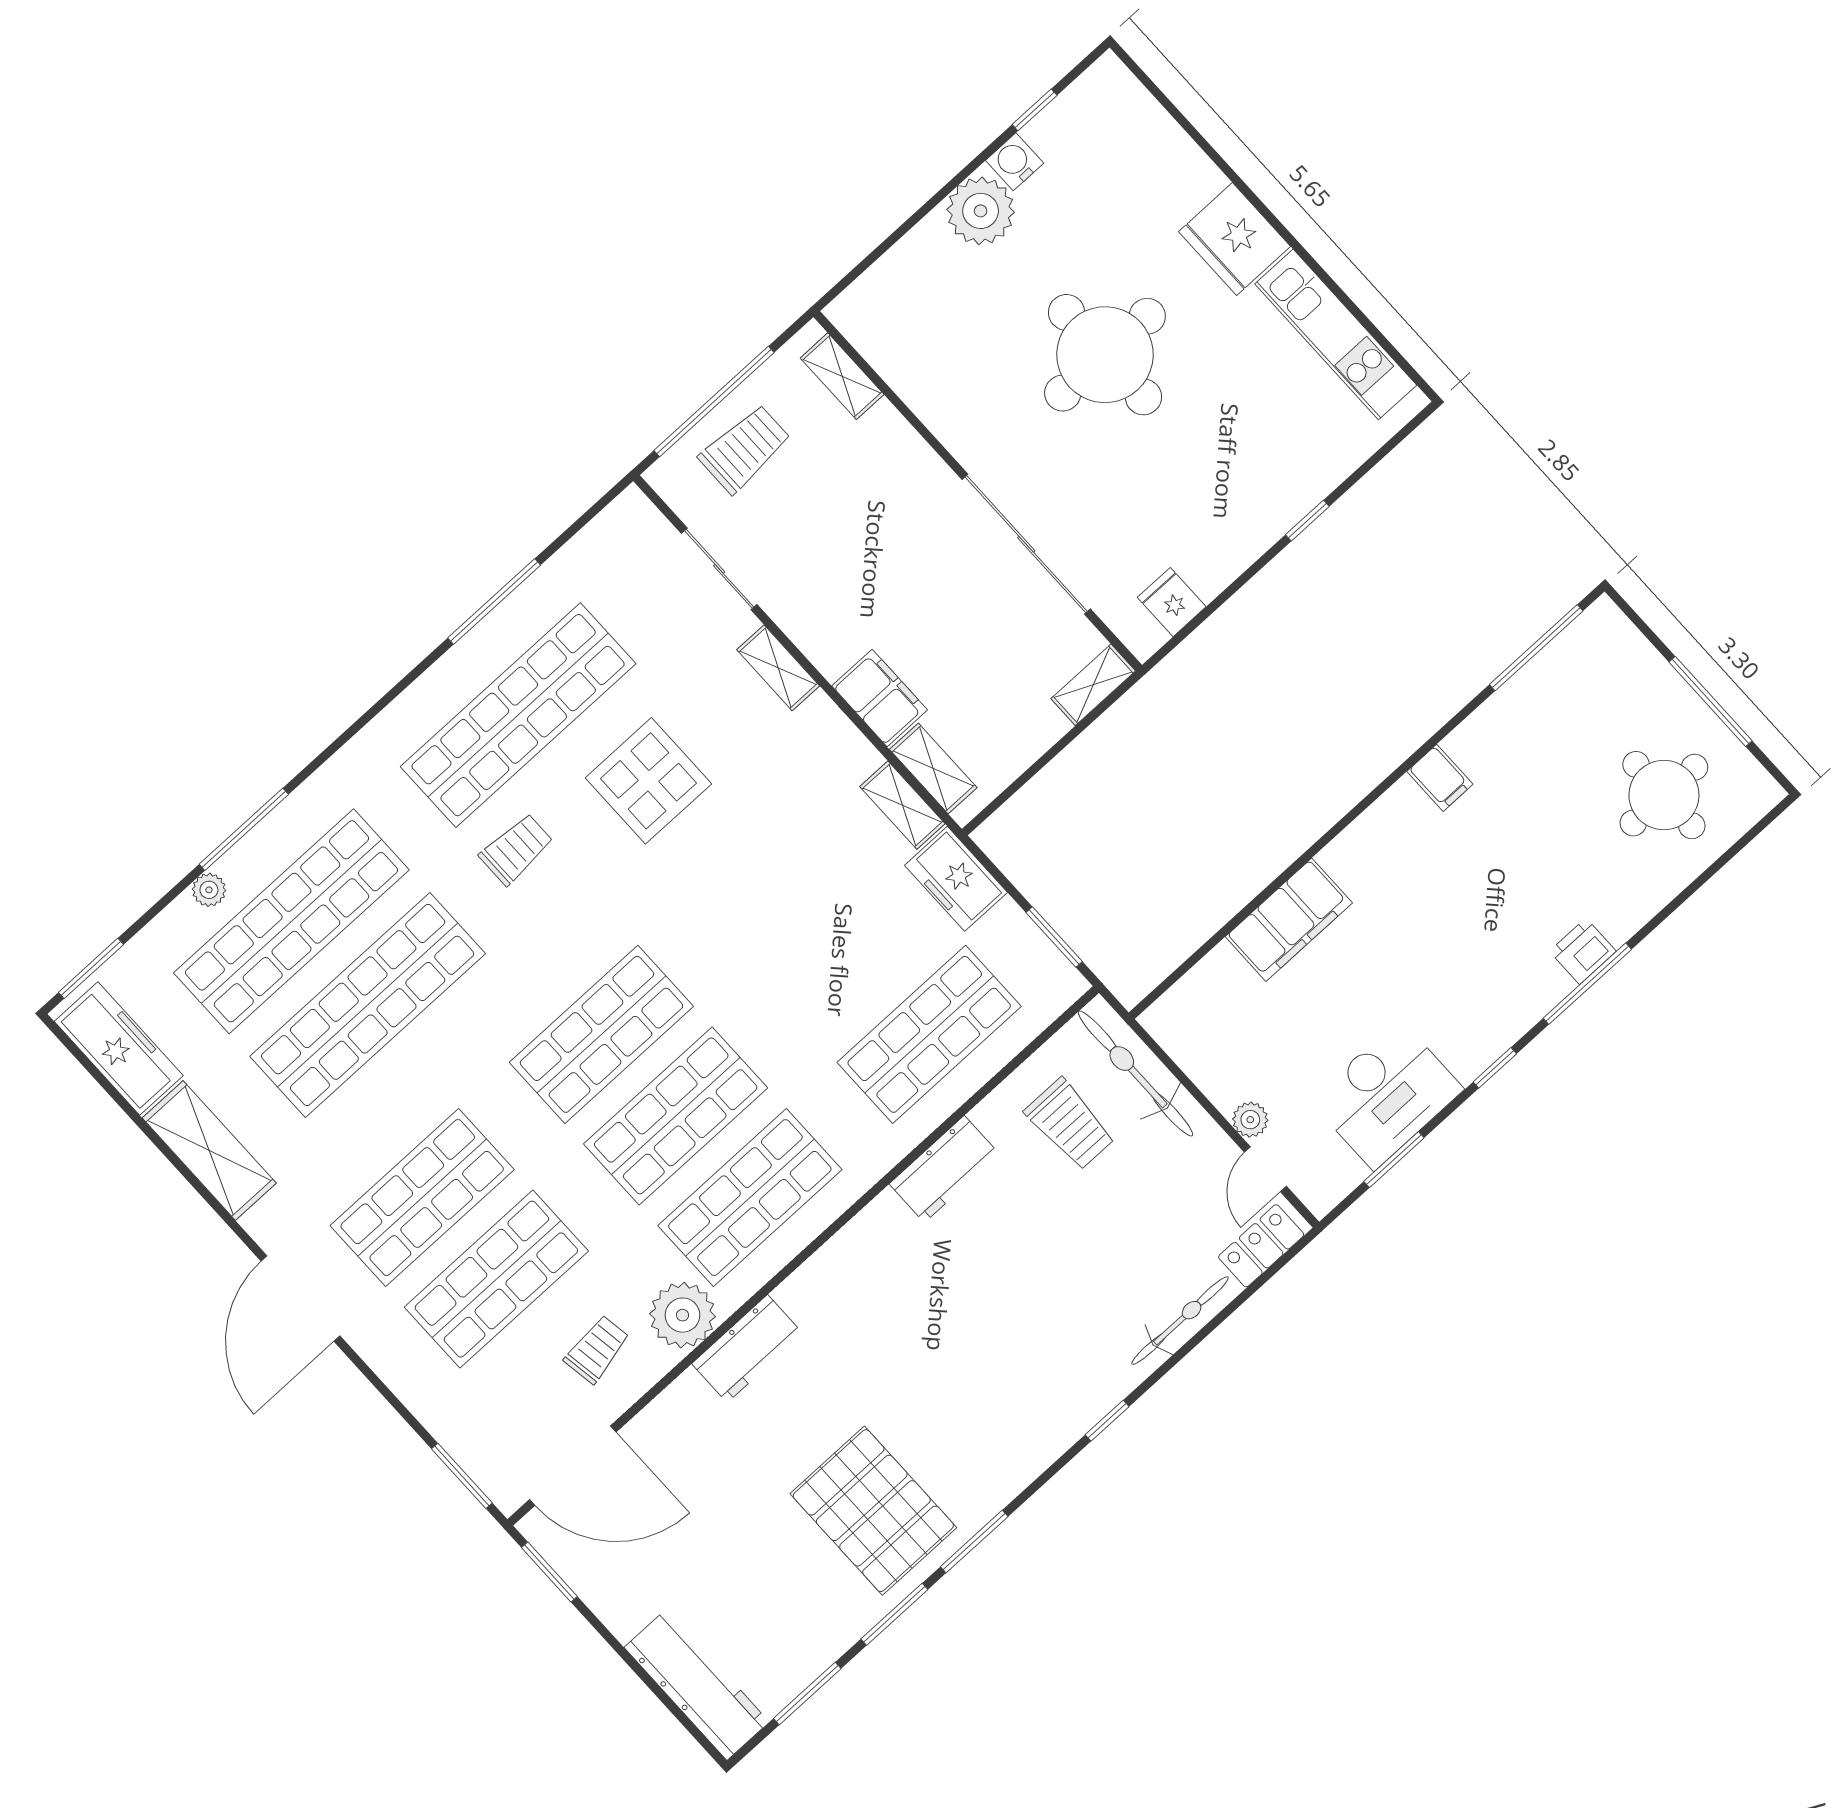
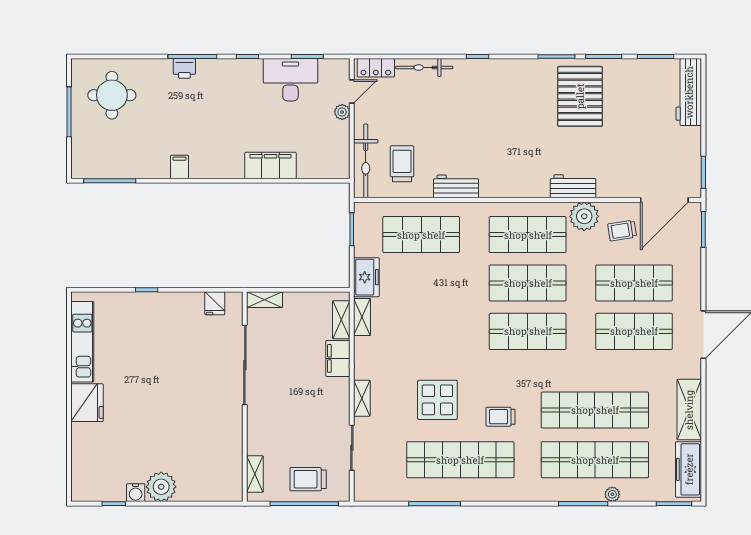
round table: (1105, 355) -> (163, 403), removed
door: (573, 1466) -> (664, 200), swing flipped

